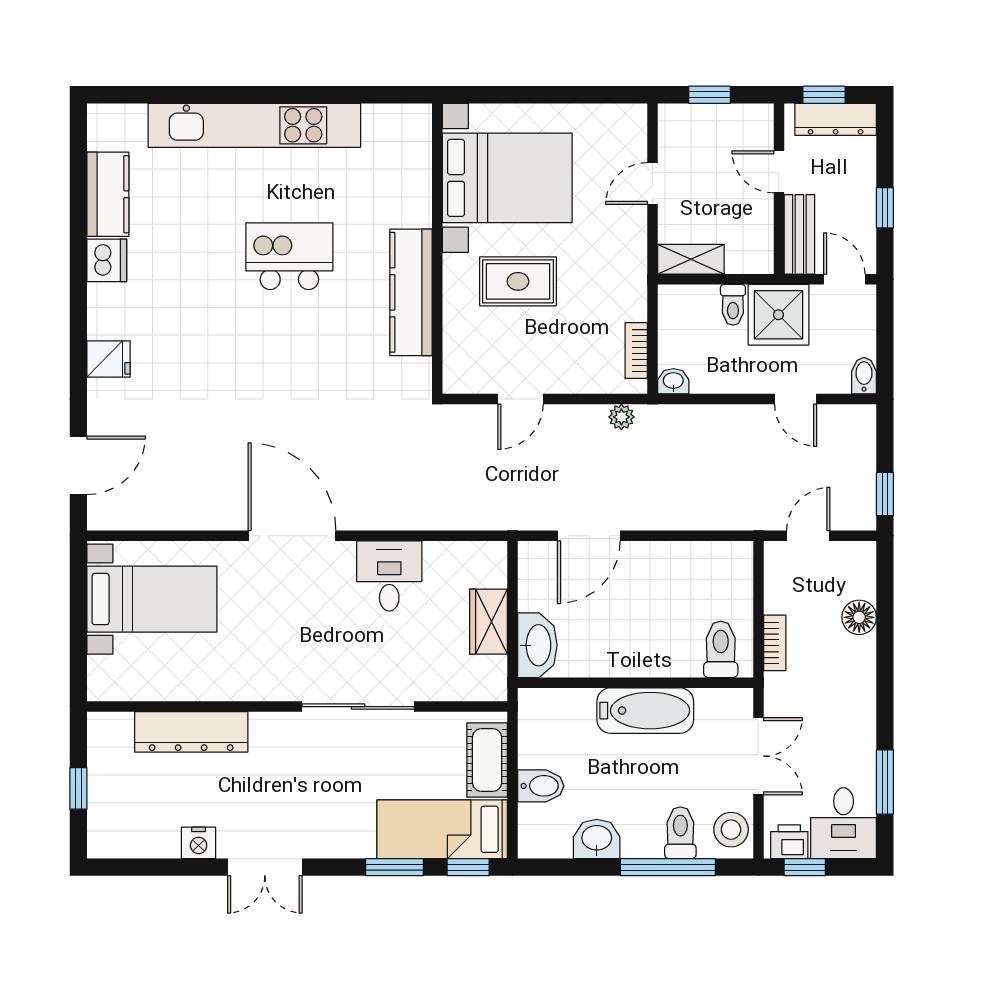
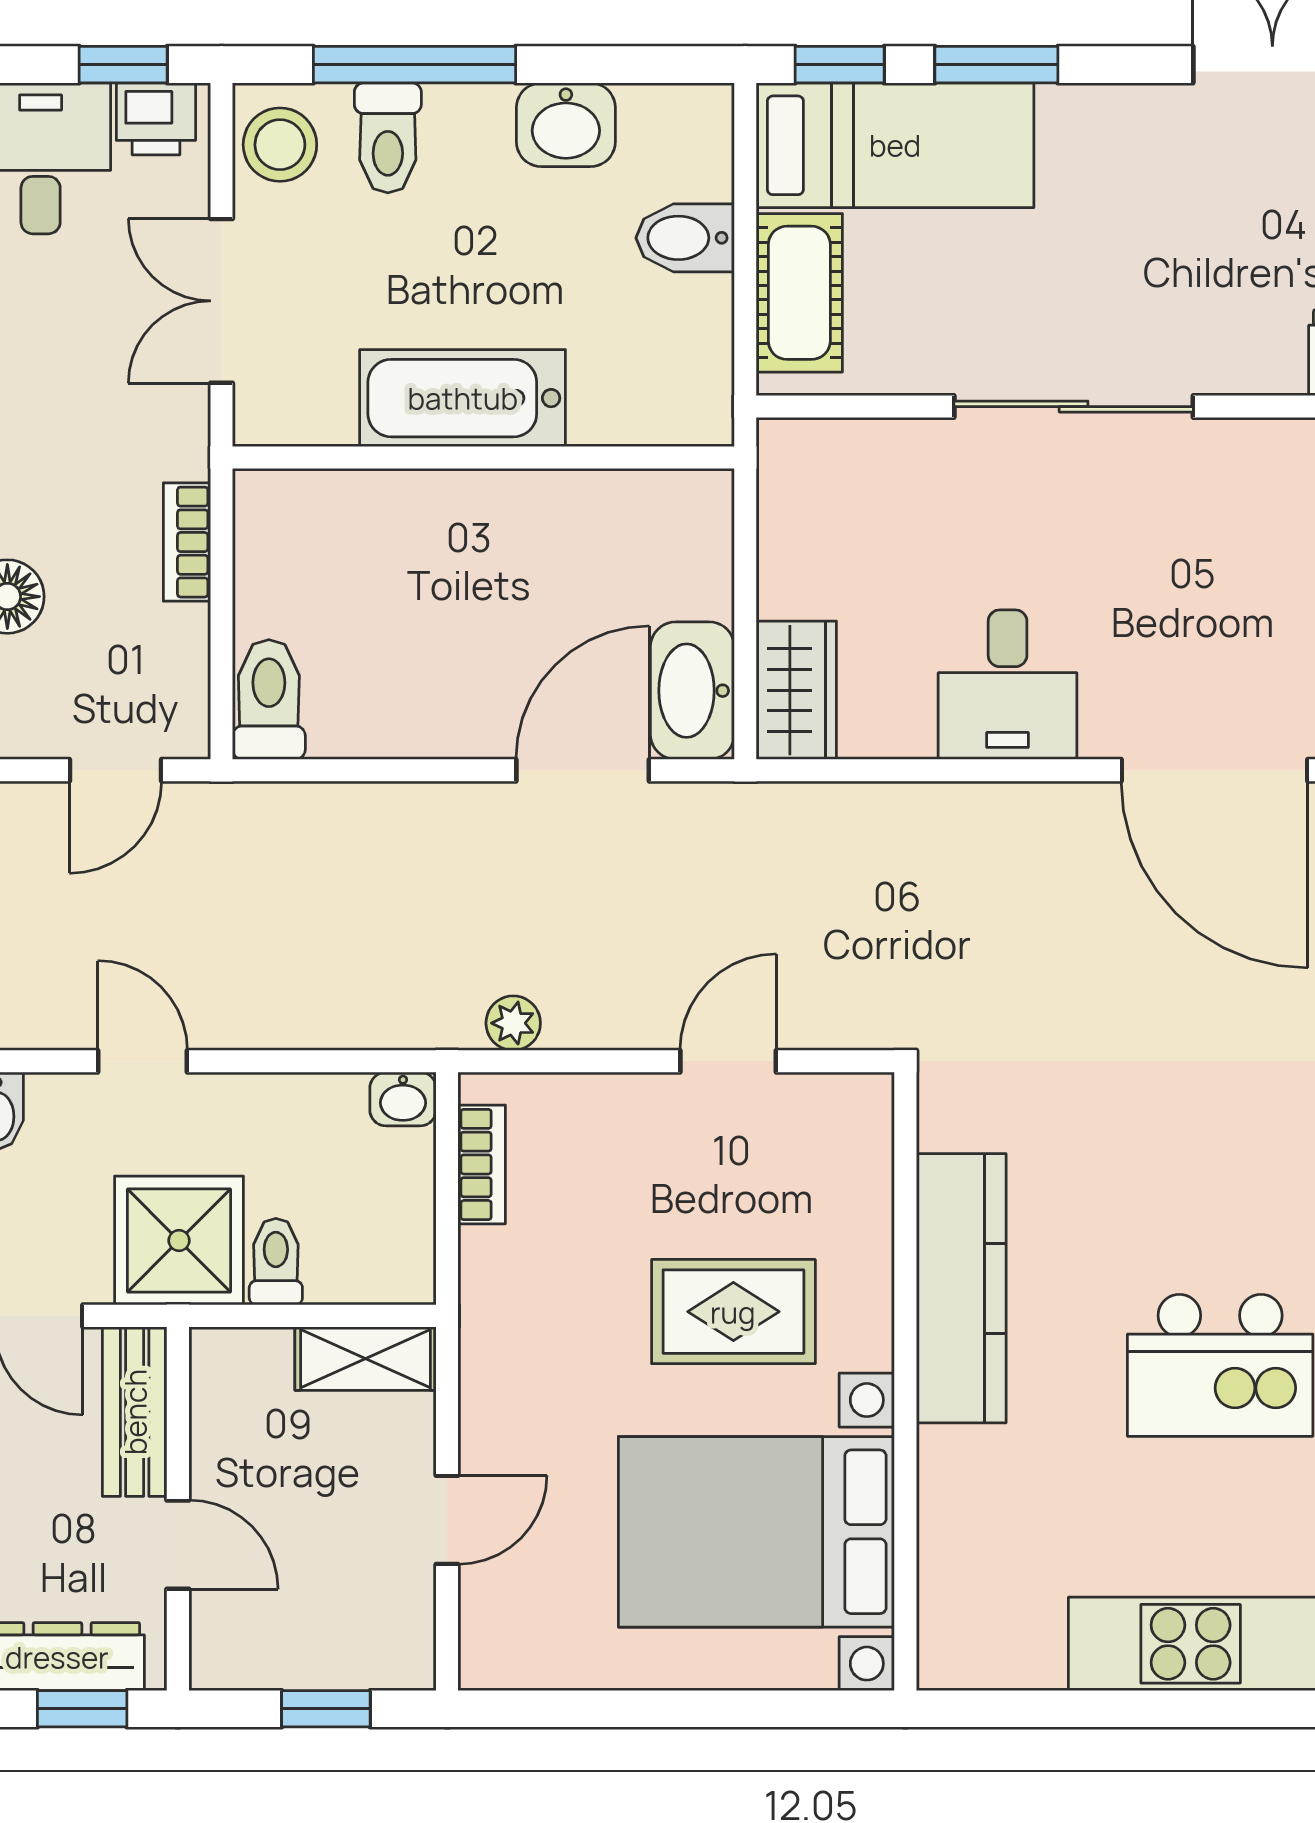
wardrobe: (488, 622) -> (796, 690), moved
washbasin: (537, 645) -> (692, 691), moved
toilet: (721, 649) -> (269, 699), moved, turned 180

